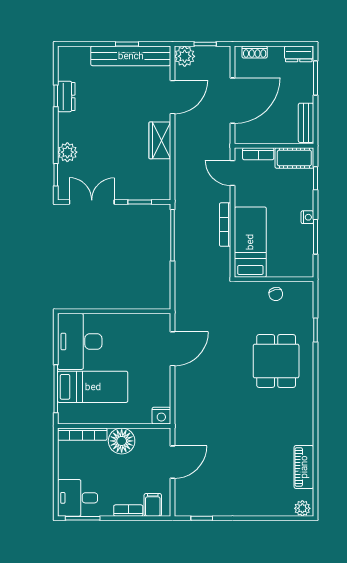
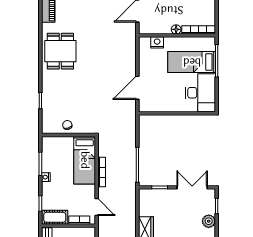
double door: (92, 202) -> (192, 187), swing flipped
dining table: (276, 361) -> (60, 51), moved
nightstand: (161, 416) -> (157, 42), moved
floor lamp: (122, 441) -> (176, 29), width x0.53, depth x0.53

